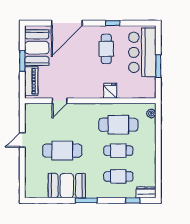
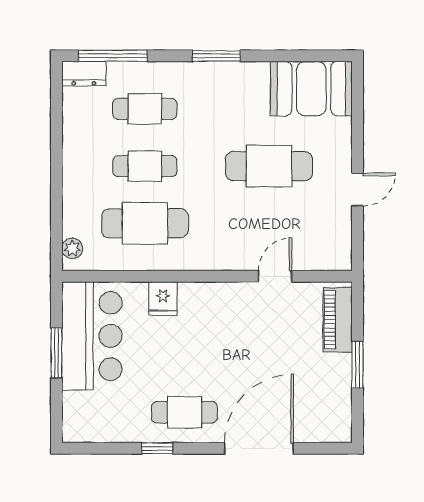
booth: (37, 48) -> (325, 394), removed
cafe table: (106, 49) -> (185, 412), moved, turned 90
bar counter: (142, 52) -> (92, 336), moved
booth: (67, 186) -> (311, 89), moved
window: (133, 200) -> (113, 56), width x2.17

